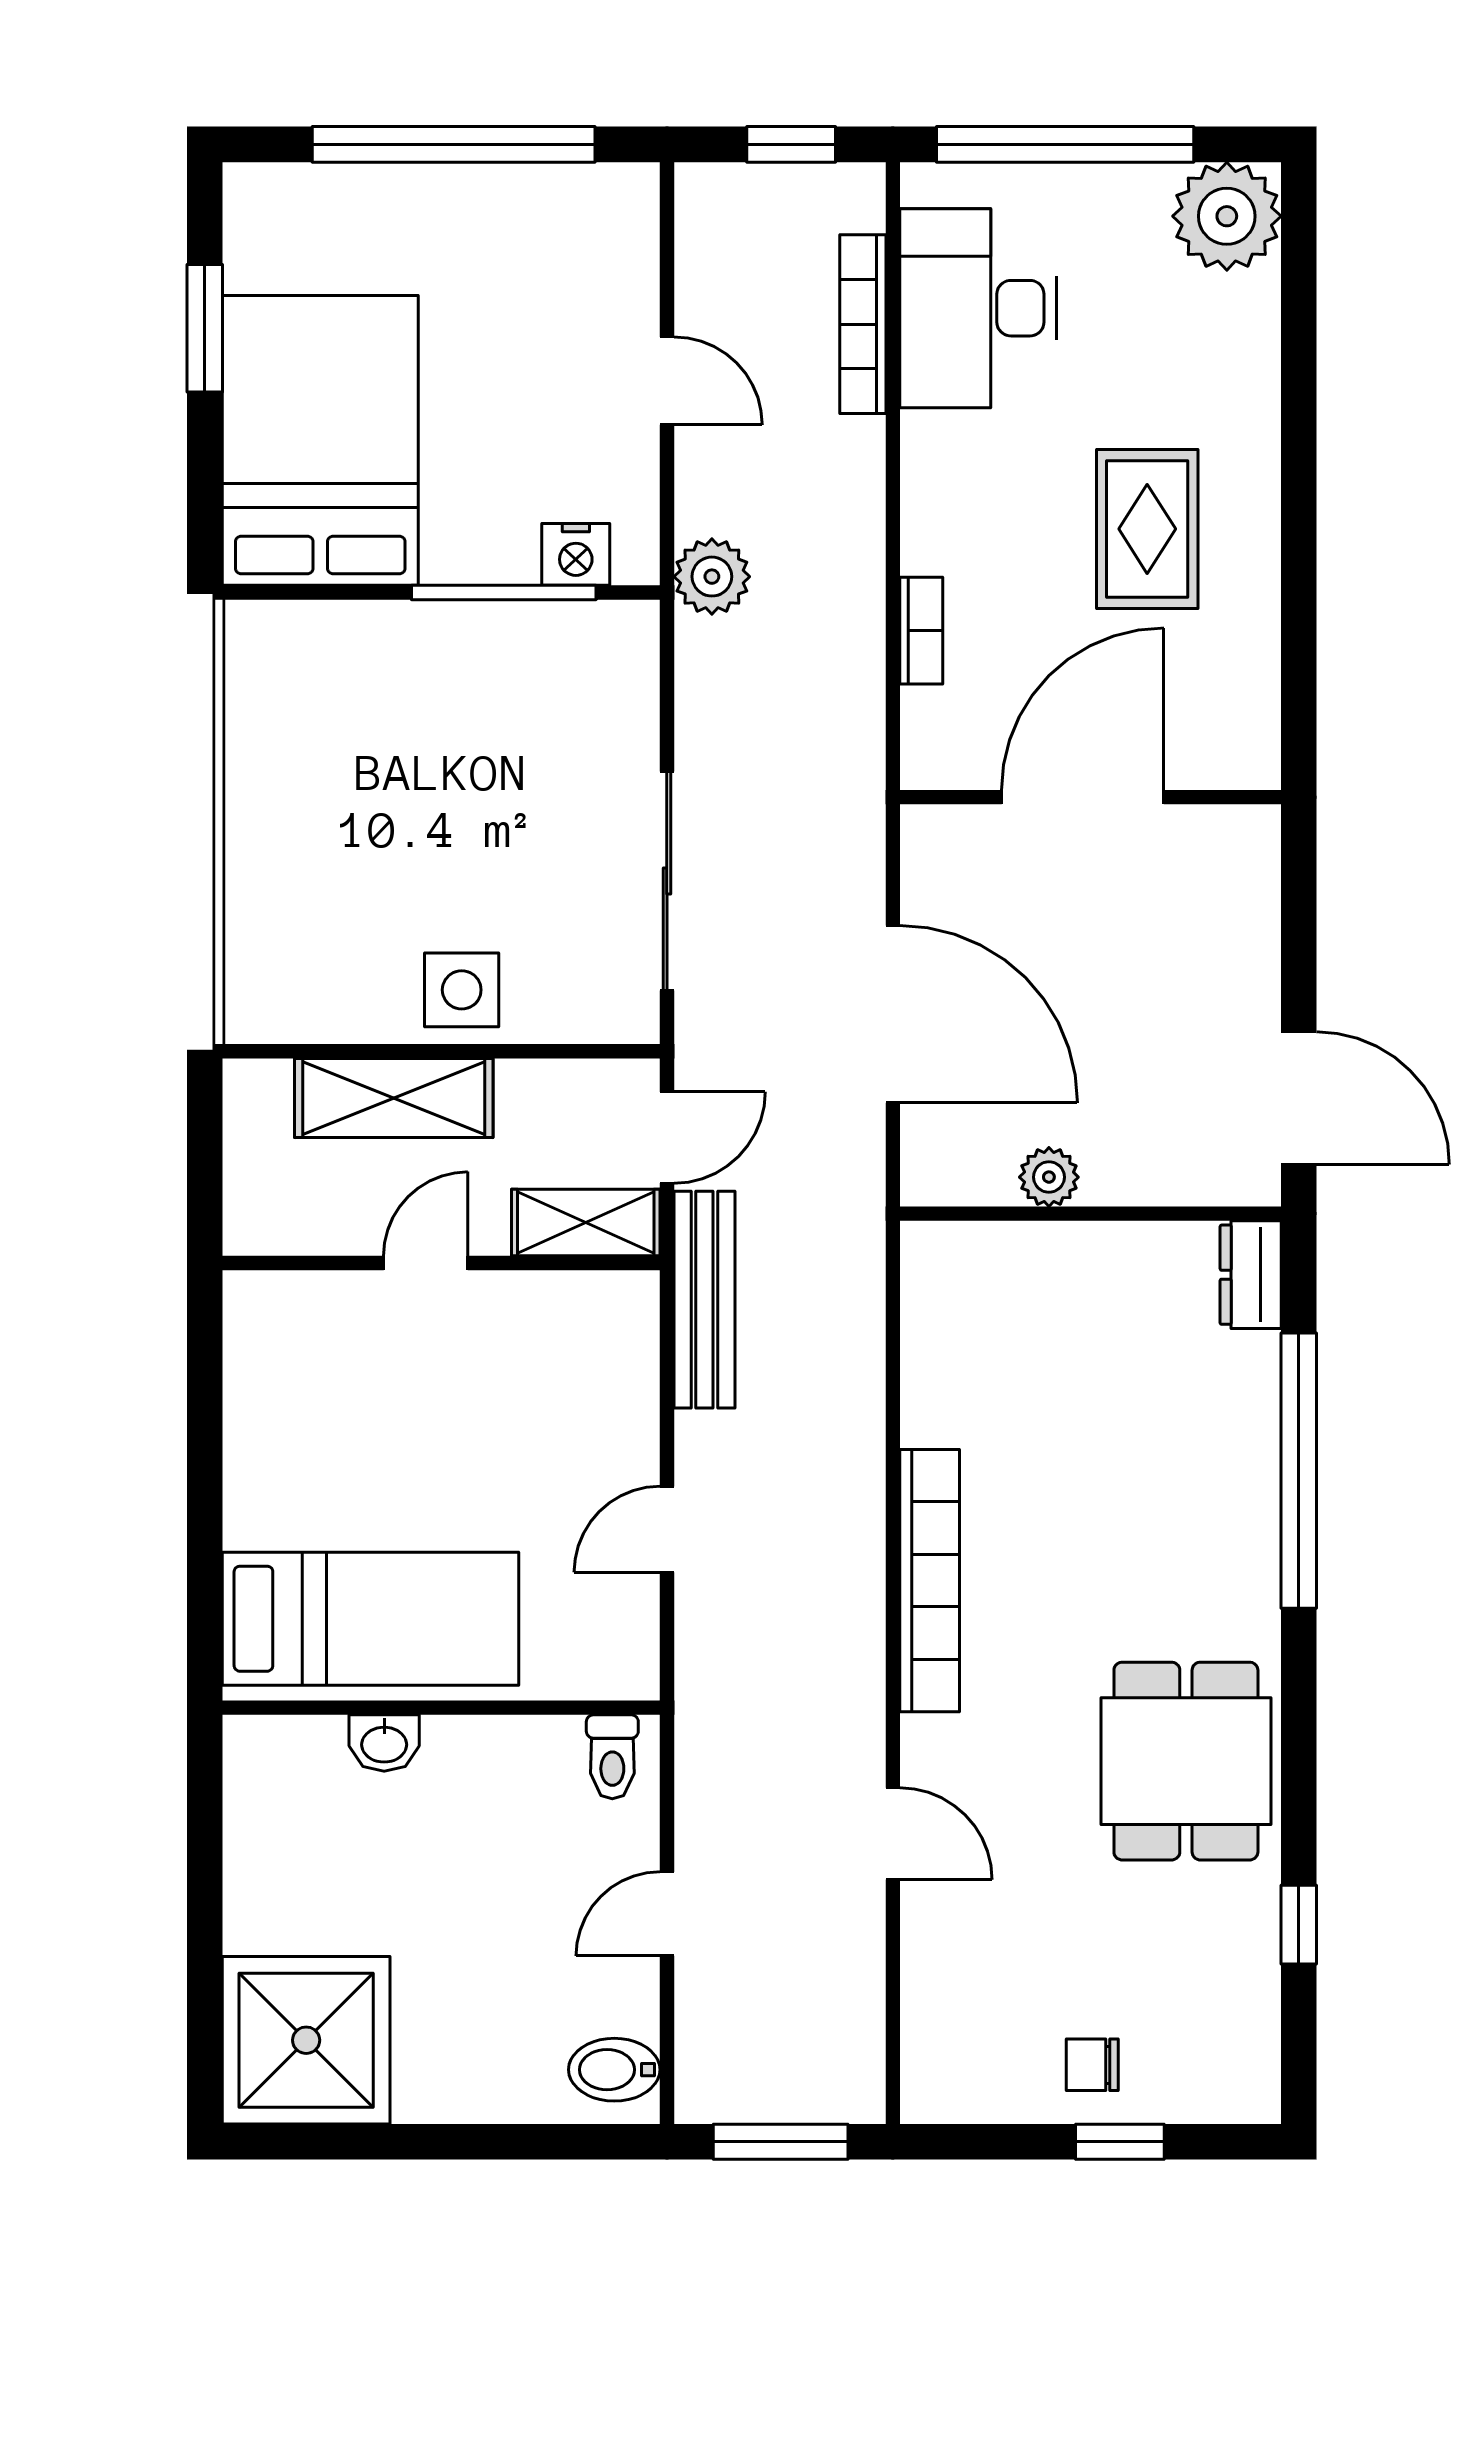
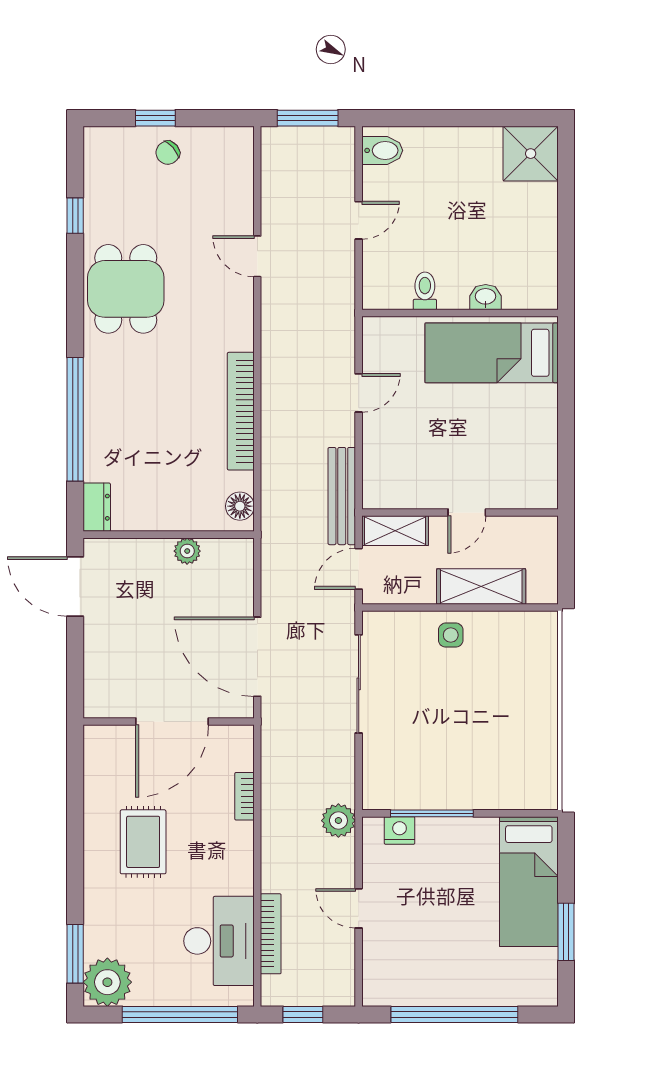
window: (1299, 280) -> (75, 954), added
bed: (320, 440) -> (529, 882), width x0.67
side table: (462, 990) -> (451, 635), width x0.73, depth x0.73
door: (893, 1014) -> (257, 657), moved
floor lamp: (932, 1277) -> (240, 506), added
bookcase: (930, 1581) -> (241, 411), moved
toilet: (612, 1757) -> (425, 291), moved
shower: (306, 2040) -> (531, 154), width x0.73, depth x0.73
chair: (1092, 2065) -> (168, 153), turned 139

